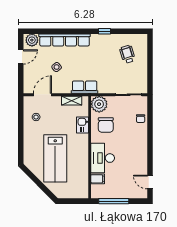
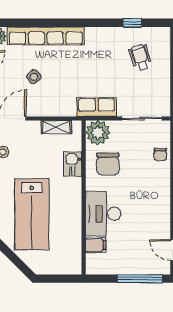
window: (105, 31) -> (133, 23), moved
row of seats: (85, 87) -> (97, 107), moved
window: (114, 201) -> (140, 279), moved

